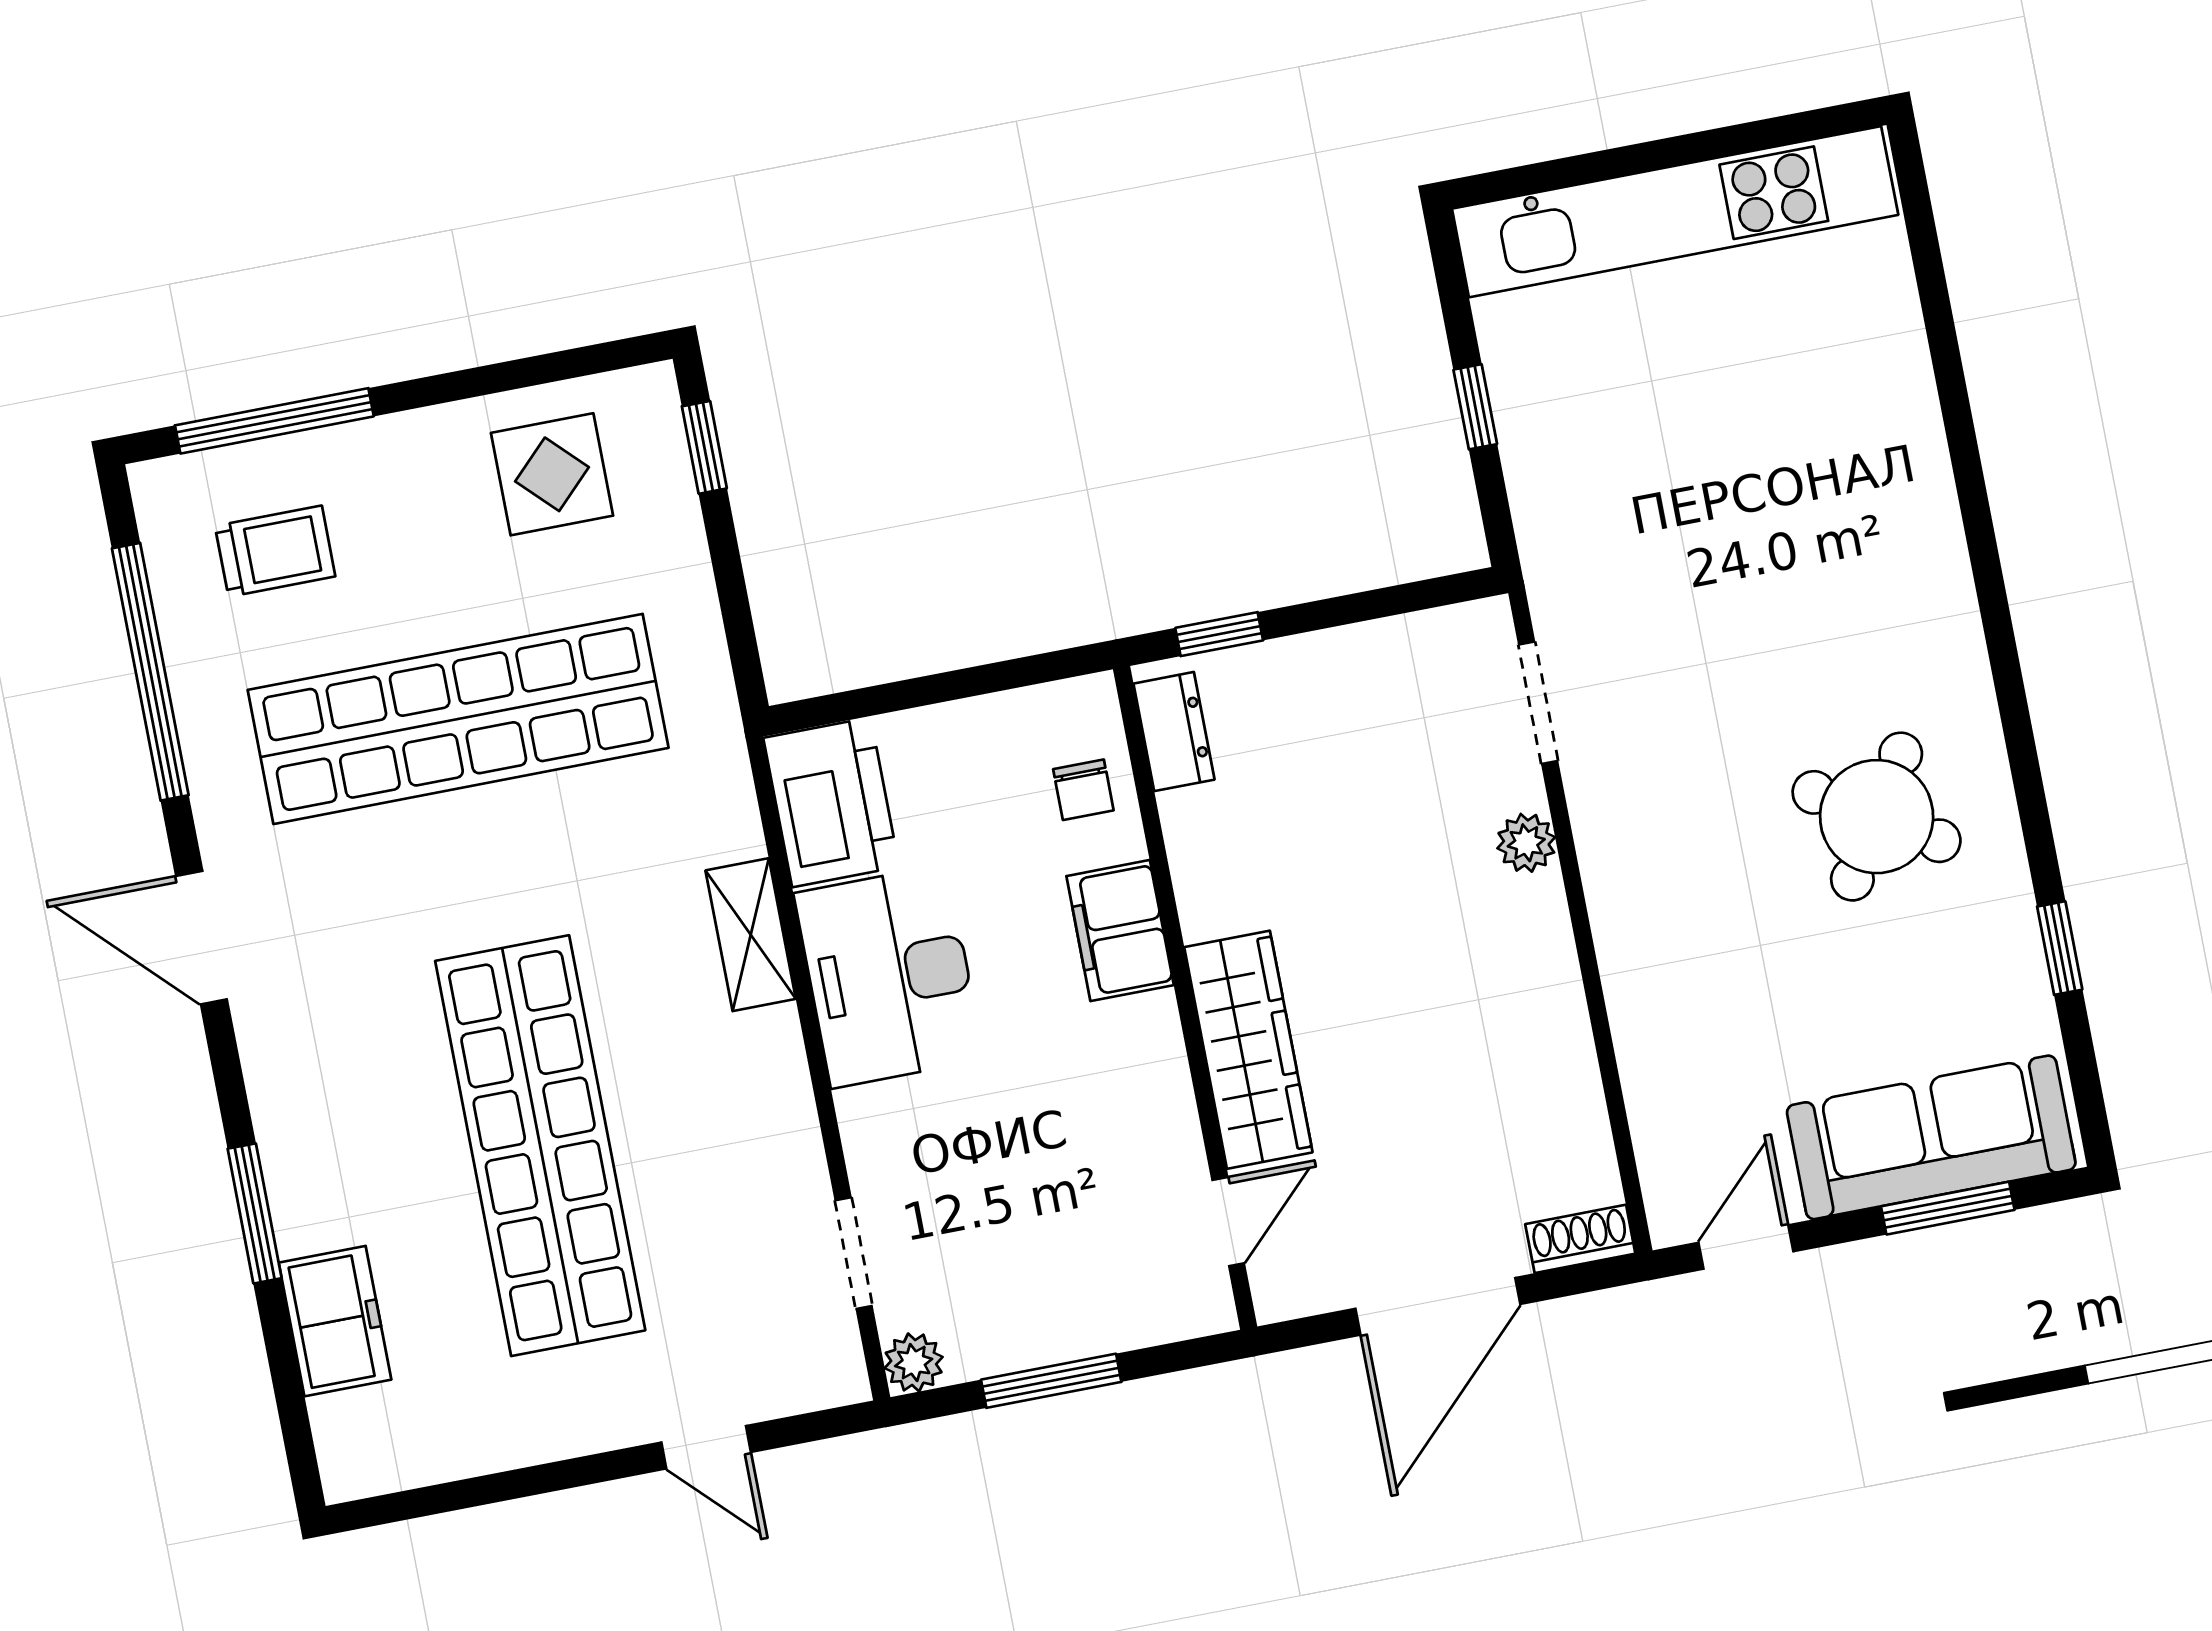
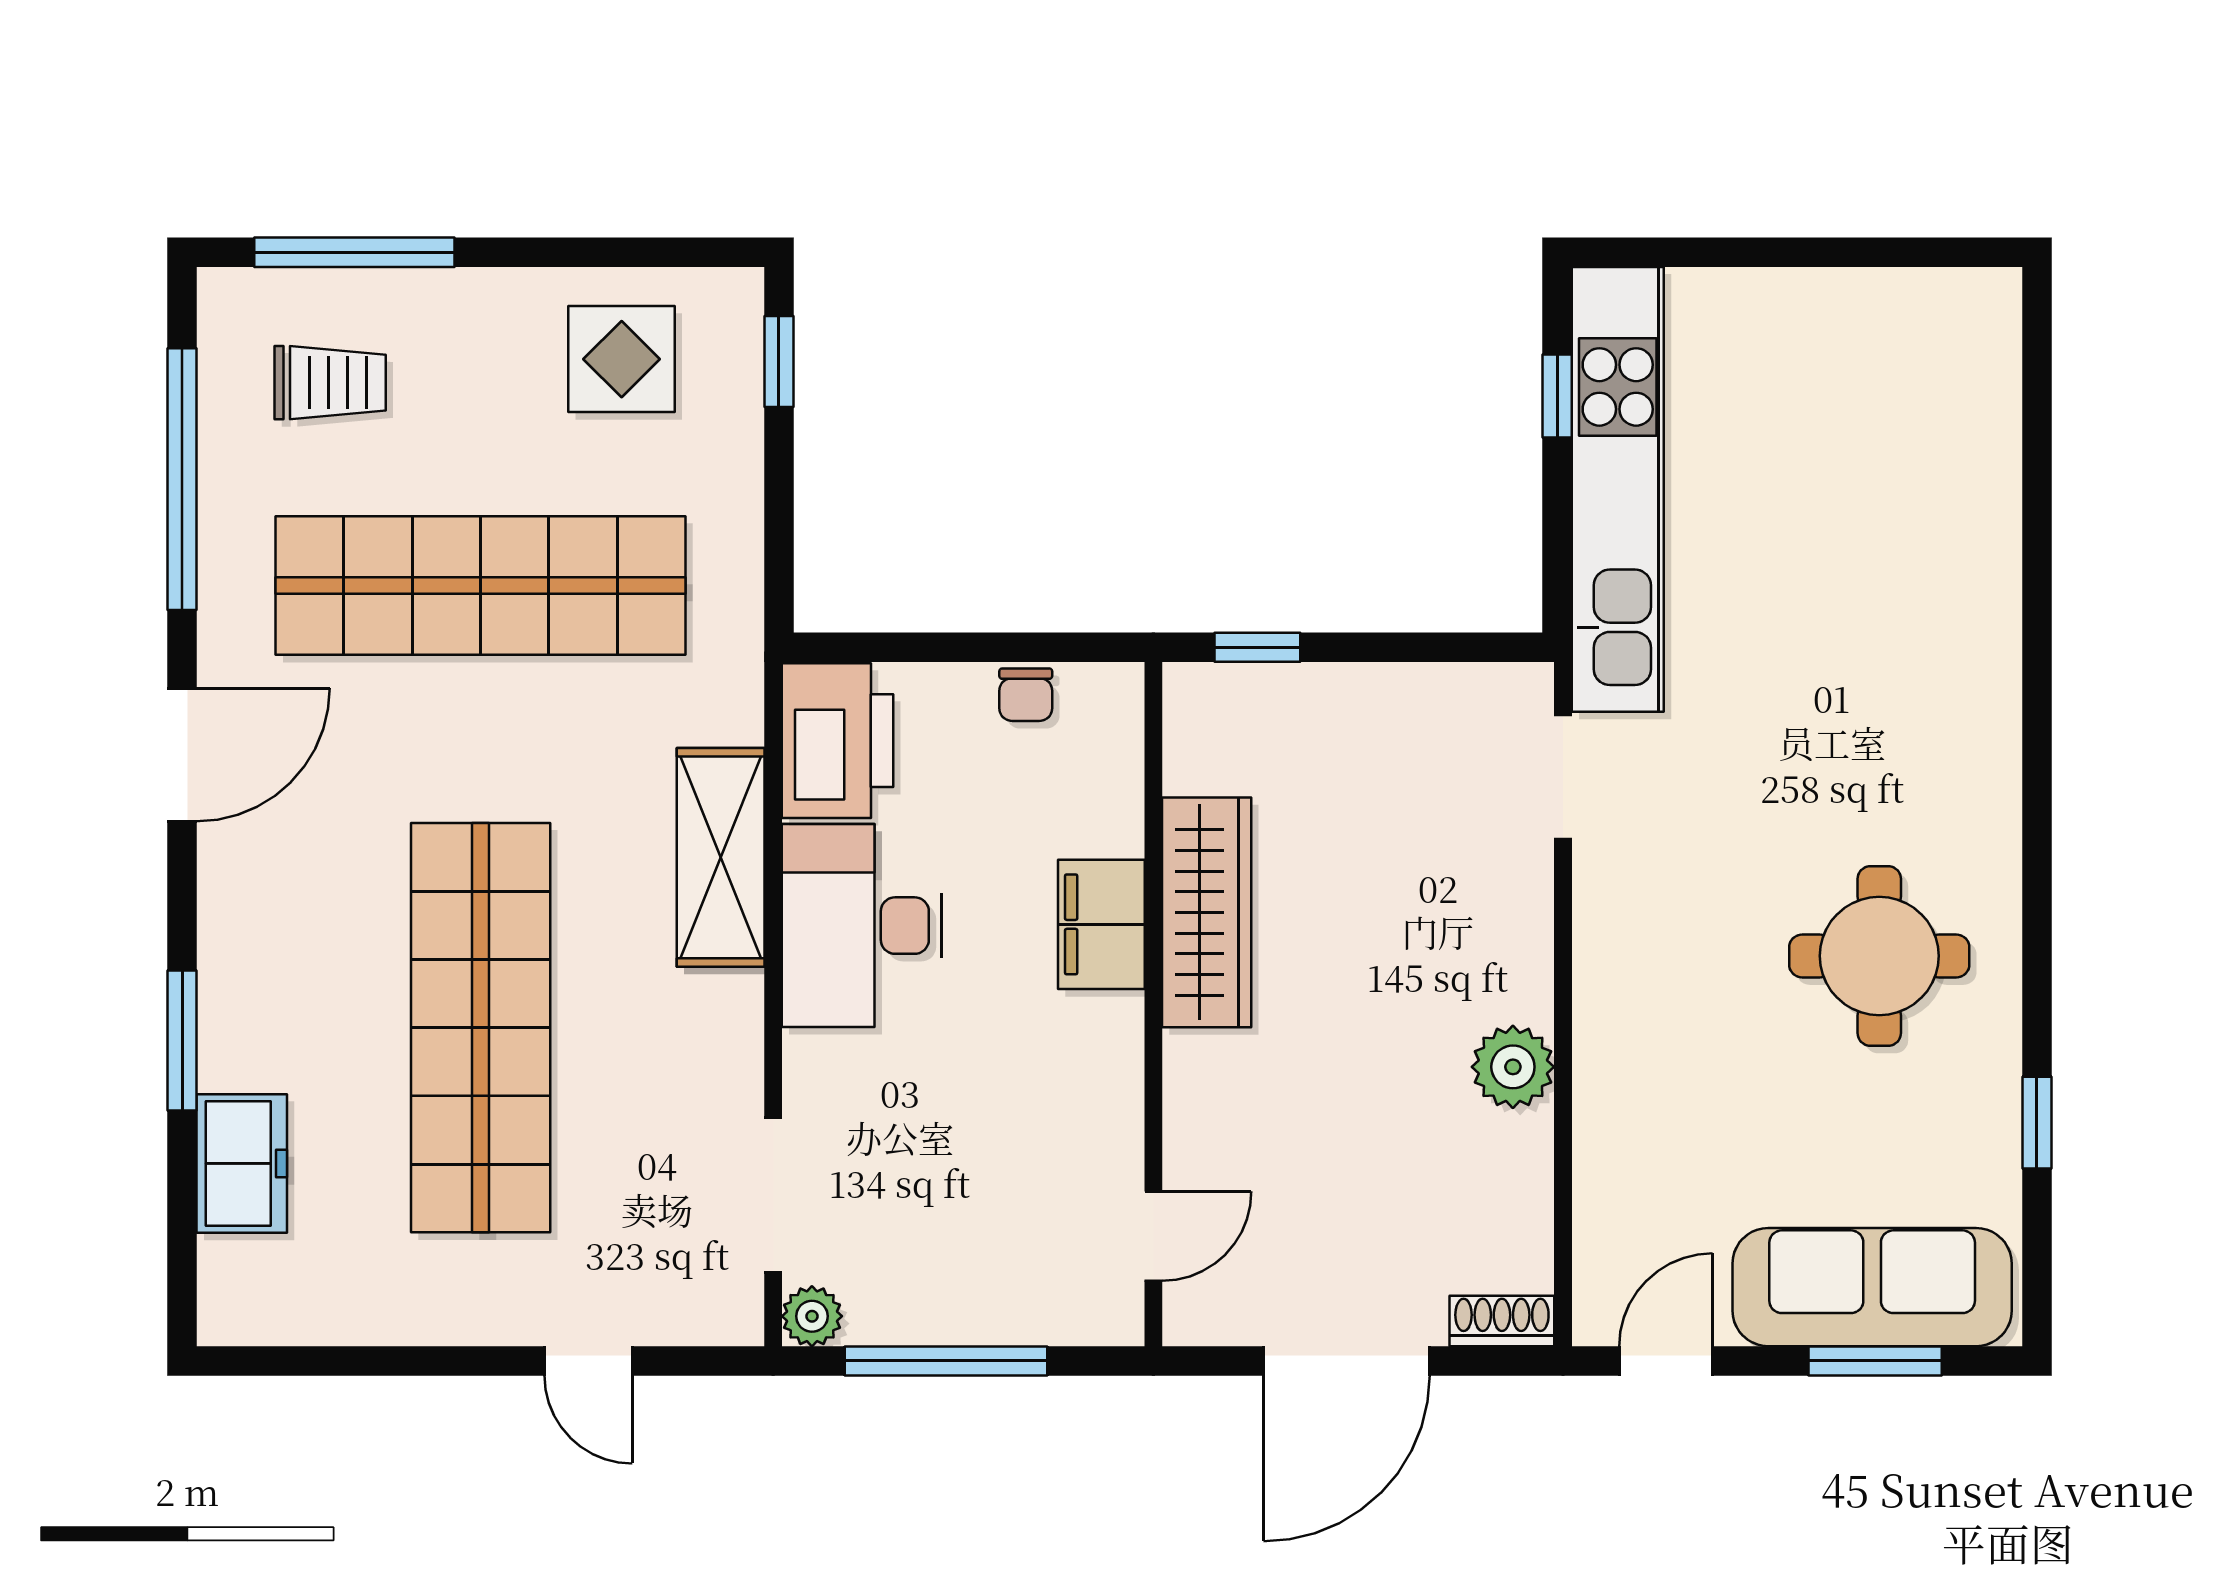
kitchen unit: (1675, 212) -> (1618, 489), moved, turned -90
window: (1475, 407) -> (1557, 396), moved
dresser: (1174, 732) -> (1194, 736), removed
chair: (1083, 790) -> (1026, 695), moved
round table: (1877, 817) -> (1879, 956), turned -32
plant: (1526, 843) -> (1513, 1067), moved, width x1.38, depth x1.38
shelving: (751, 935) -> (721, 857), width x1.50, depth x1.33
door: (202, 938) -> (182, 755), swing flipped
wardrobe: (1248, 1050) -> (1207, 912), moved
doorway: (854, 1253) -> (773, 1195), width x1.38
window: (1051, 1381) -> (946, 1361), width x1.44

